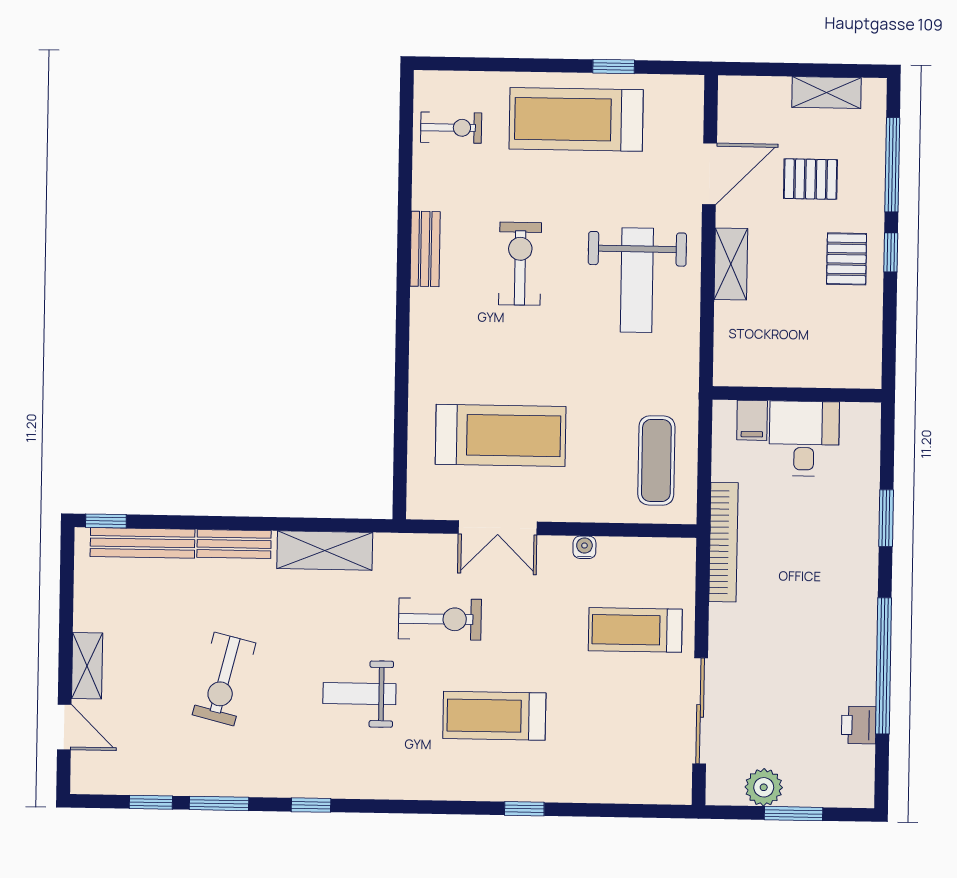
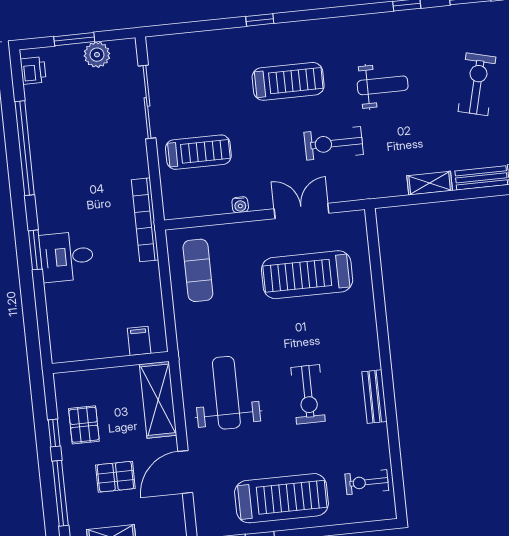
shelving: (731, 264) -> (158, 400), width x1.50, depth x1.33
wall: (797, 394) -> (110, 362), moved
filing cabinet: (752, 420) -> (139, 341), moved
desk: (804, 439) -> (67, 257), moved, turned 90
shelving: (325, 550) -> (430, 183), width x0.67, depth x0.75
printer: (859, 725) -> (33, 70), moved

